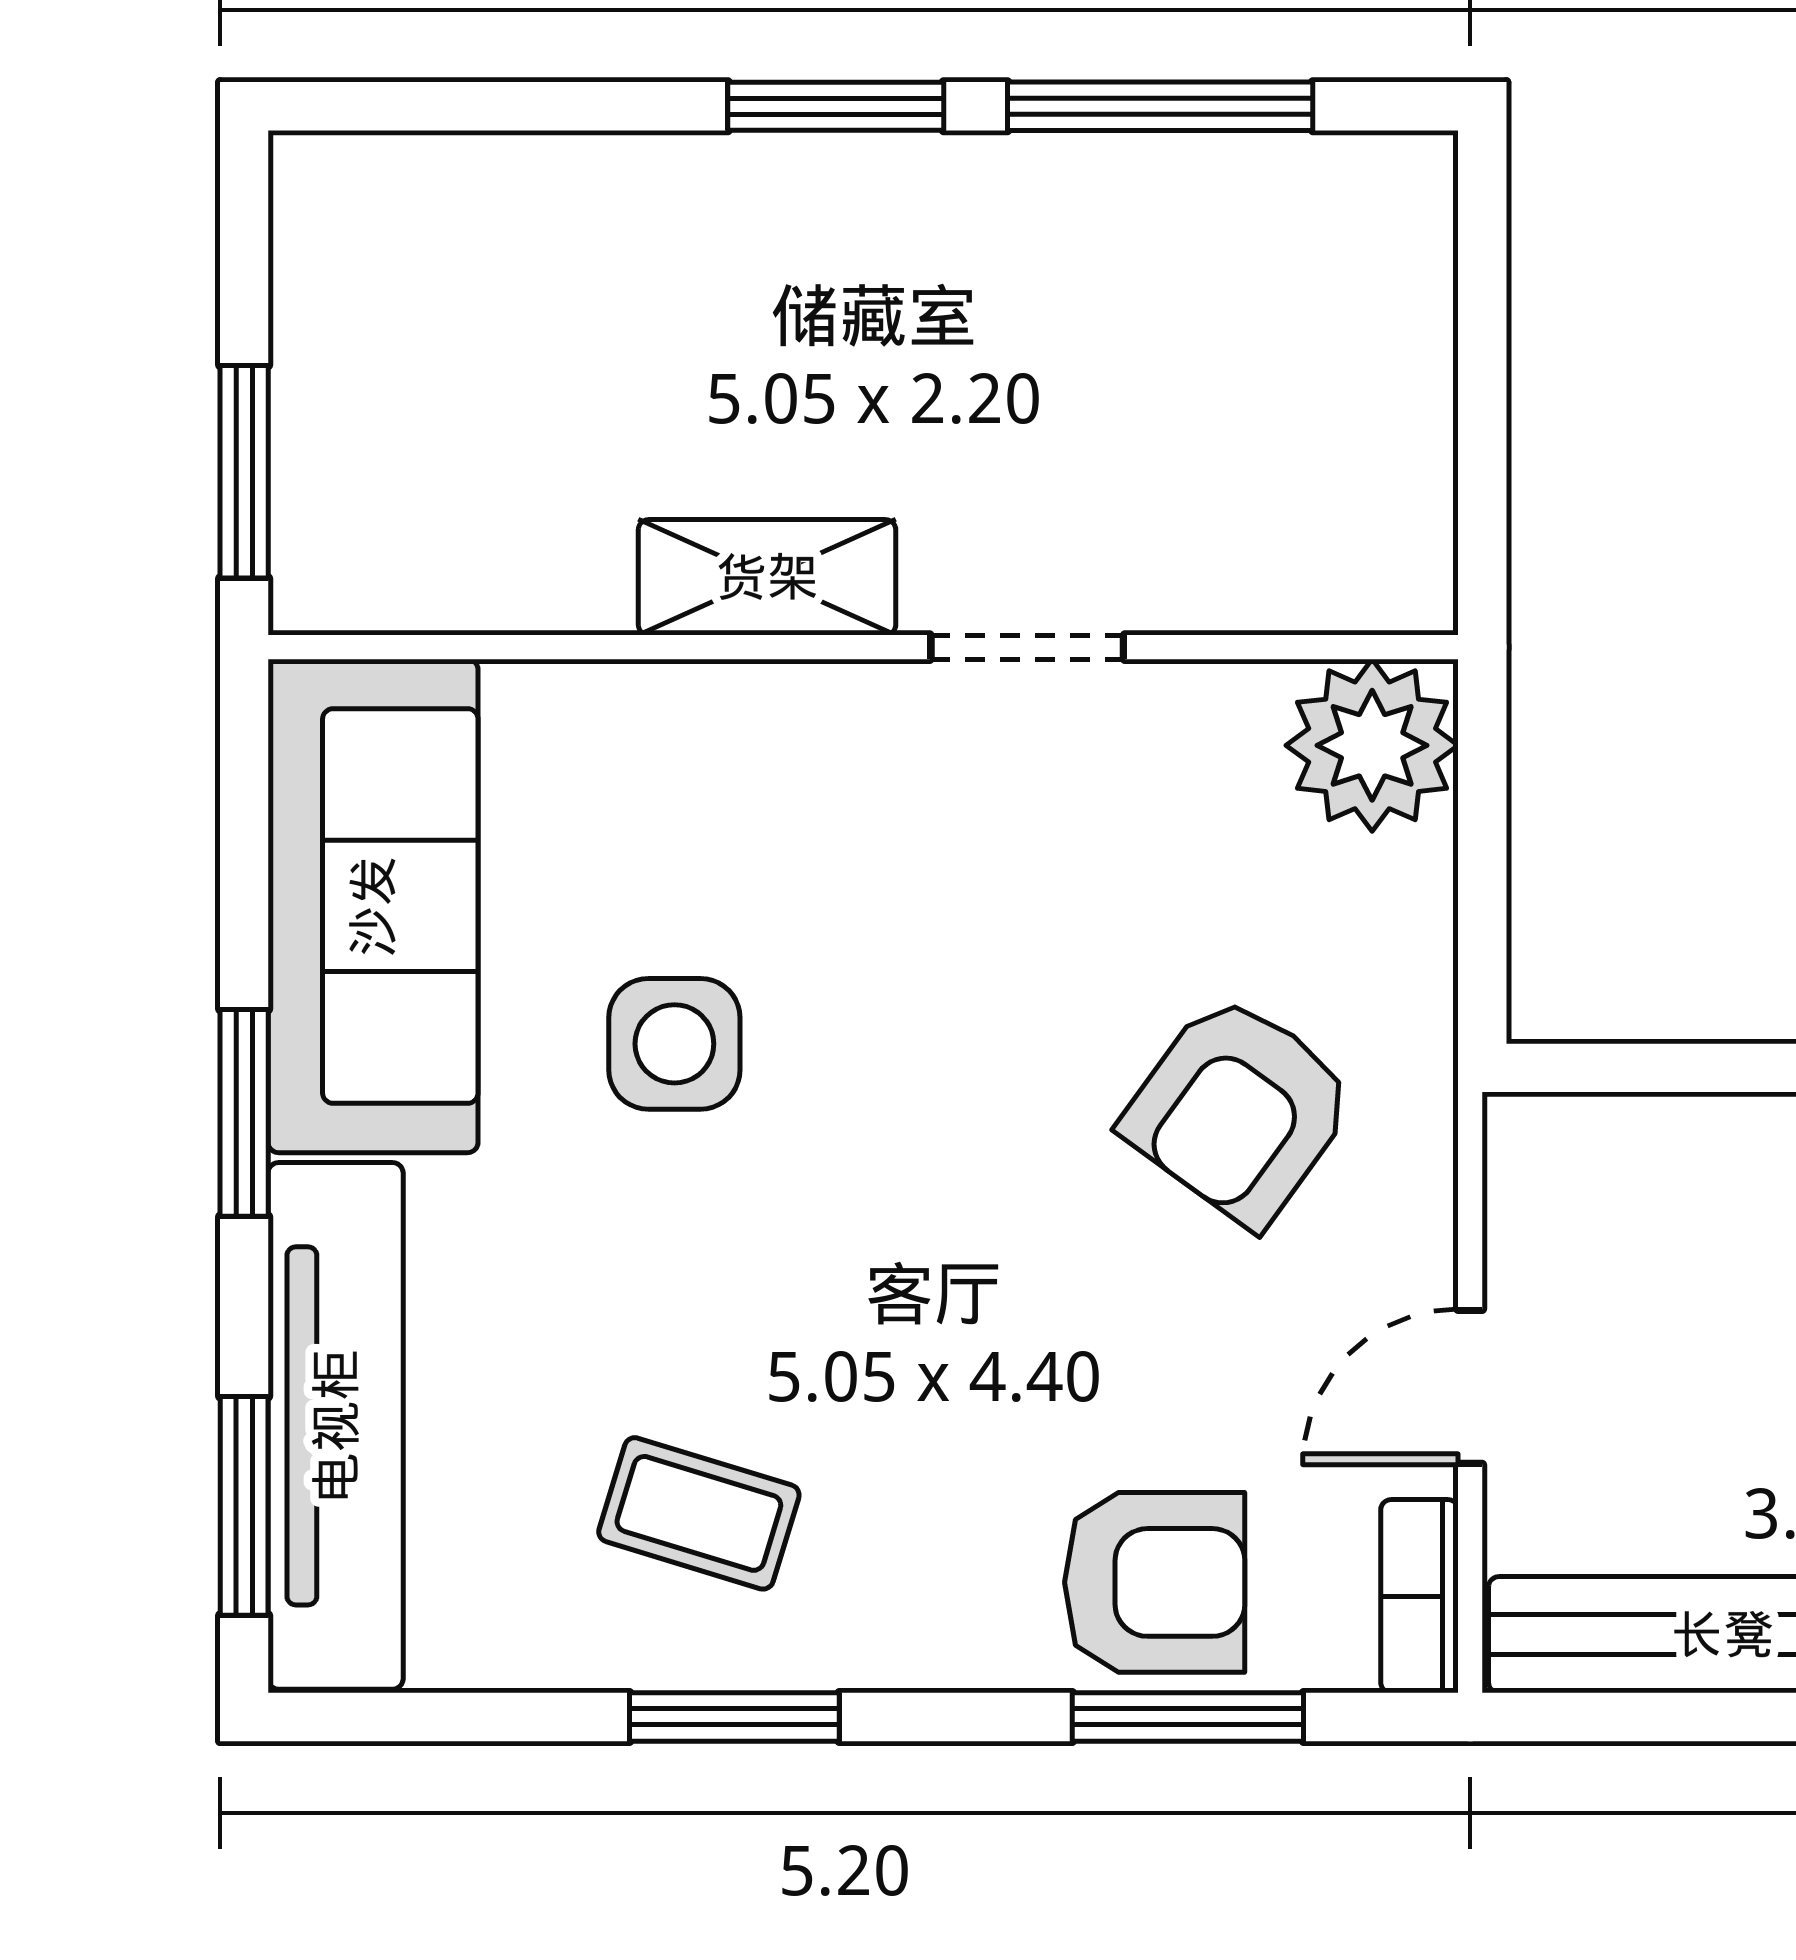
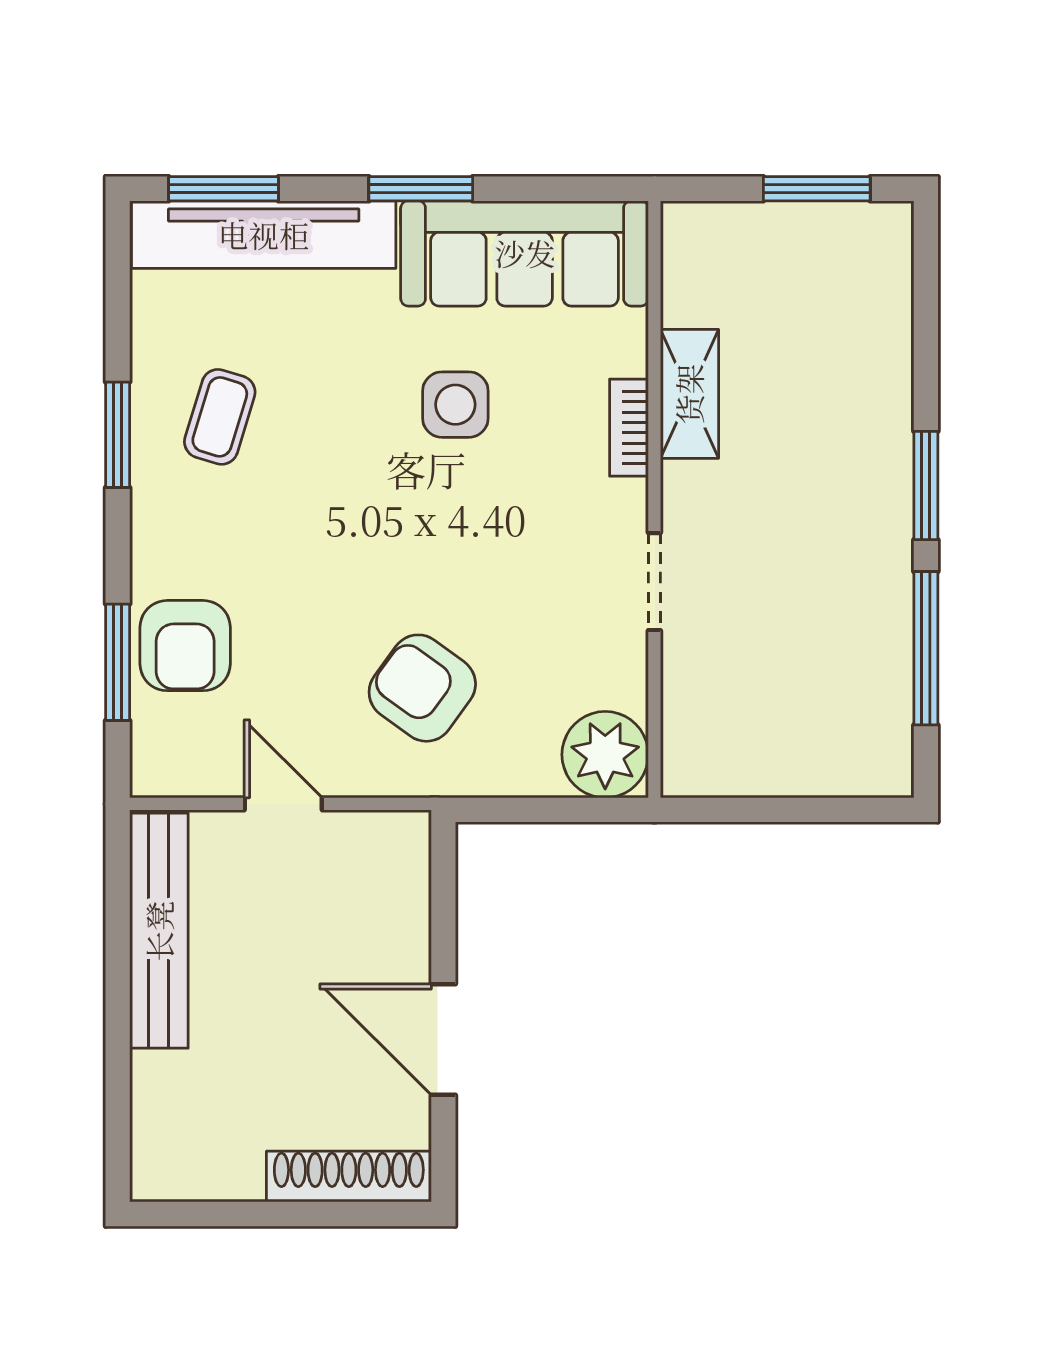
window: (244, 472) -> (817, 189), moved
shelving: (767, 577) -> (689, 394), moved
bookcase: (1419, 1596) -> (629, 428), moved, turned -90

